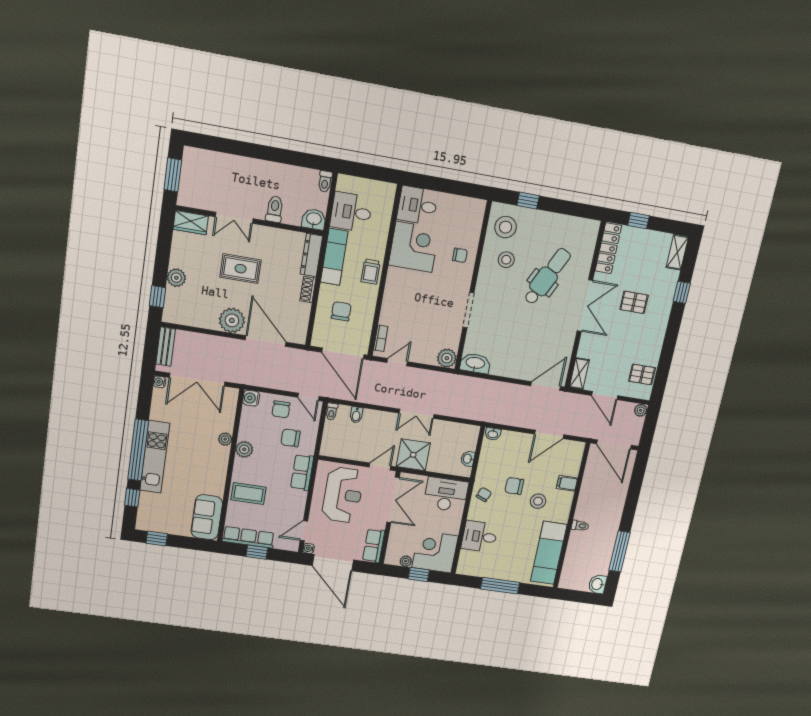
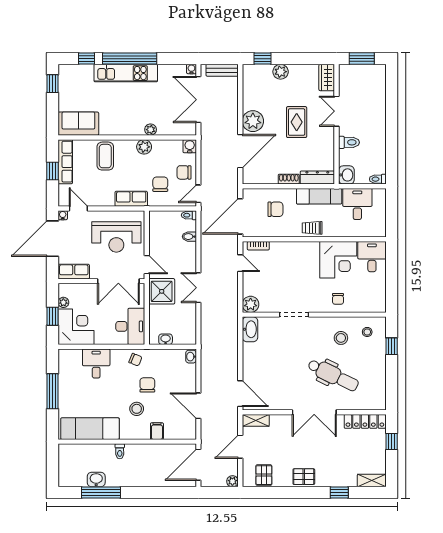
stool: (506, 227) -> (367, 332), width x0.53, depth x0.53
pallet: (634, 302) -> (304, 477), moved, turned 90
washbasin: (597, 584) -> (96, 480), moved

